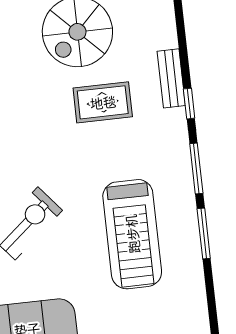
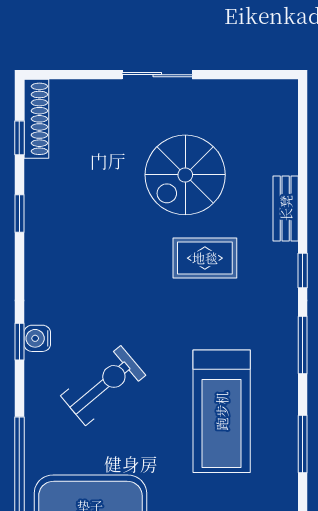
bench: (171, 78) -> (286, 208), moved
window: (204, 234) -> (303, 444), moved

